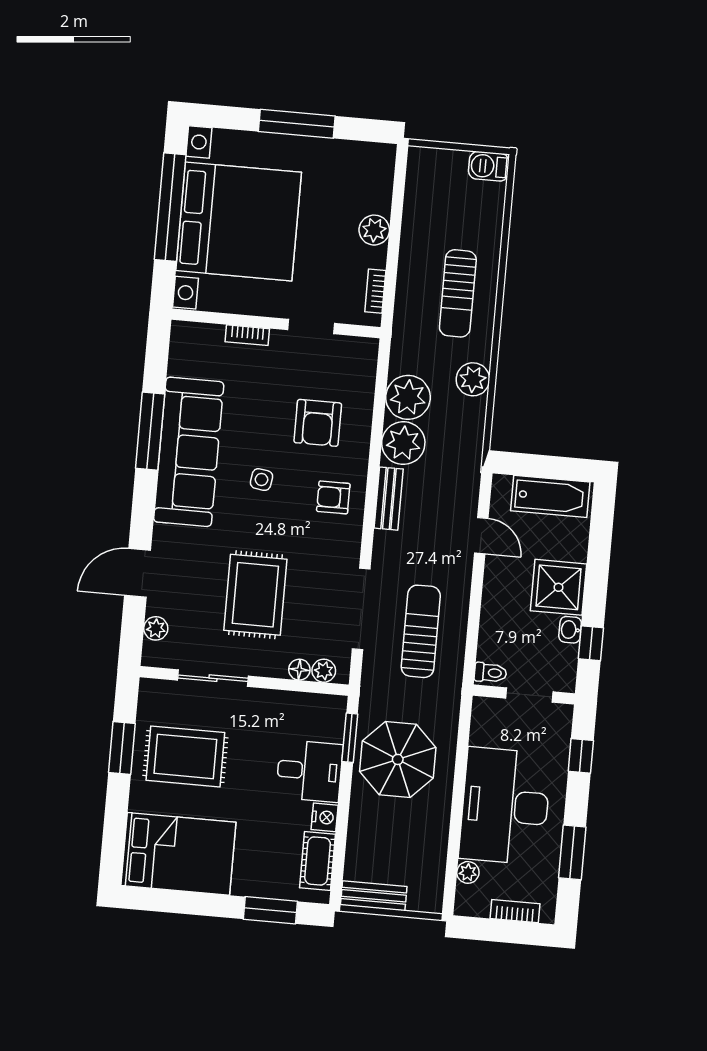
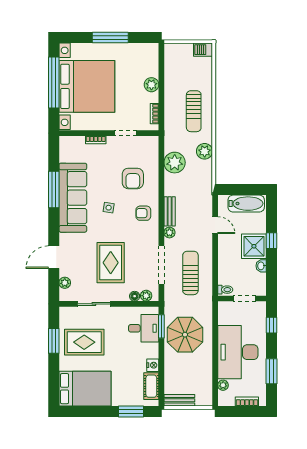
plant: (403, 443) -> (169, 233), moved, width x0.53, depth x0.53
window: (591, 643) -> (272, 241), moved
desk: (309, 771) -> (144, 328), moved

